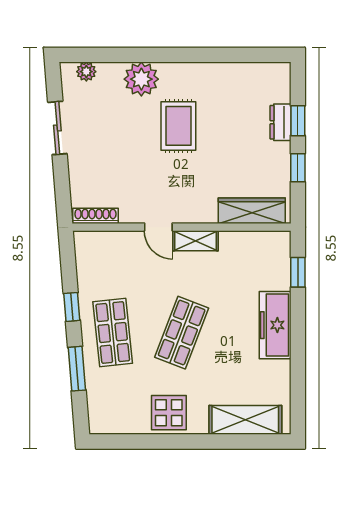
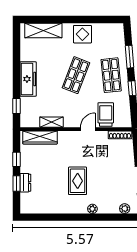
plant: (141, 79) -> (92, 209), width x0.53, depth x0.53
door: (158, 227) -> (88, 129), hinge flipped
shelving: (195, 241) -> (51, 122), moved
trolley: (123, 256) -> (106, 114), added

